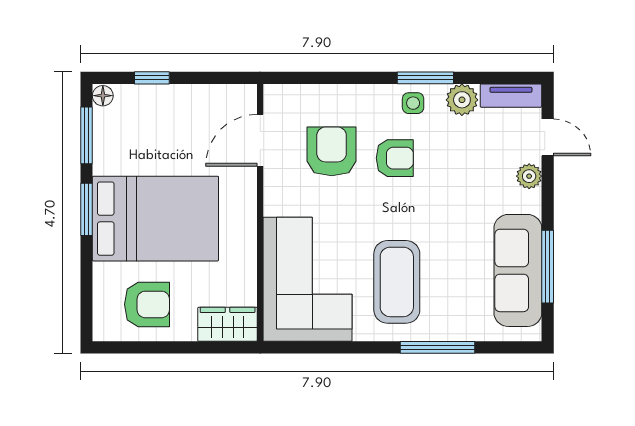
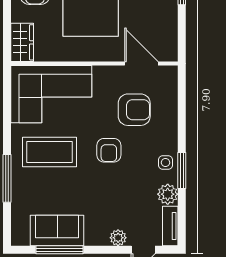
armchair: (395, 158) -> (109, 150), moved
sofa: (518, 270) -> (57, 230), width x0.73

